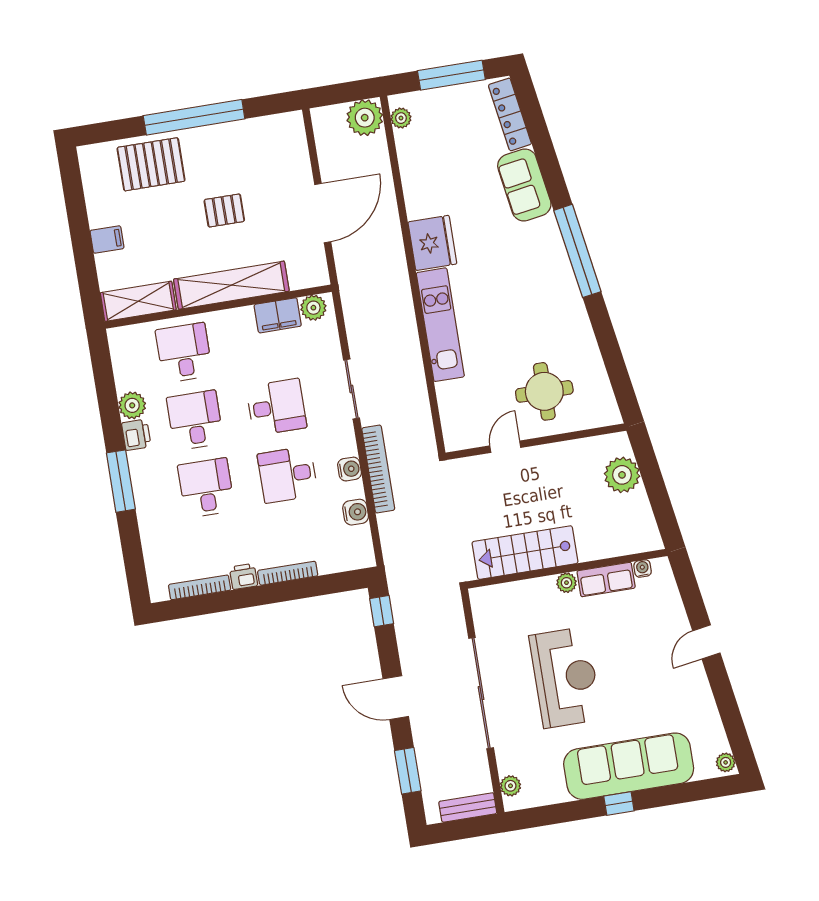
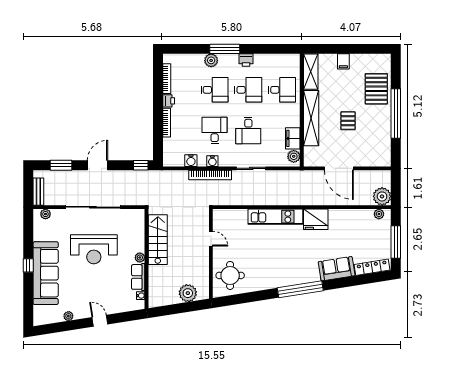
round table: (544, 391) -> (230, 275), moved
plant: (132, 405) -> (211, 60), moved
plant: (726, 762) -> (68, 316), moved

